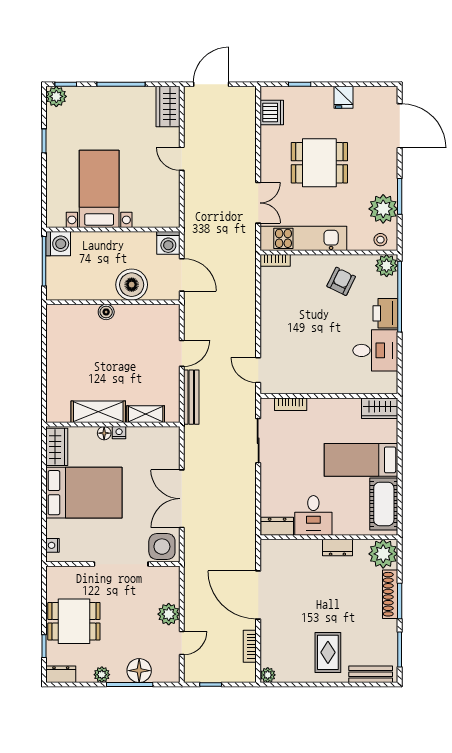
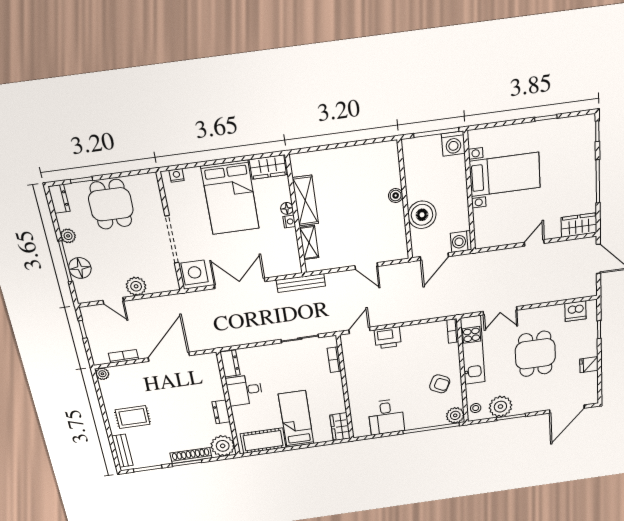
plant: (56, 96) -> (586, 124), removed
printer: (385, 313) -> (388, 338), moved, turned 180
bench: (191, 397) -> (301, 283), moved

